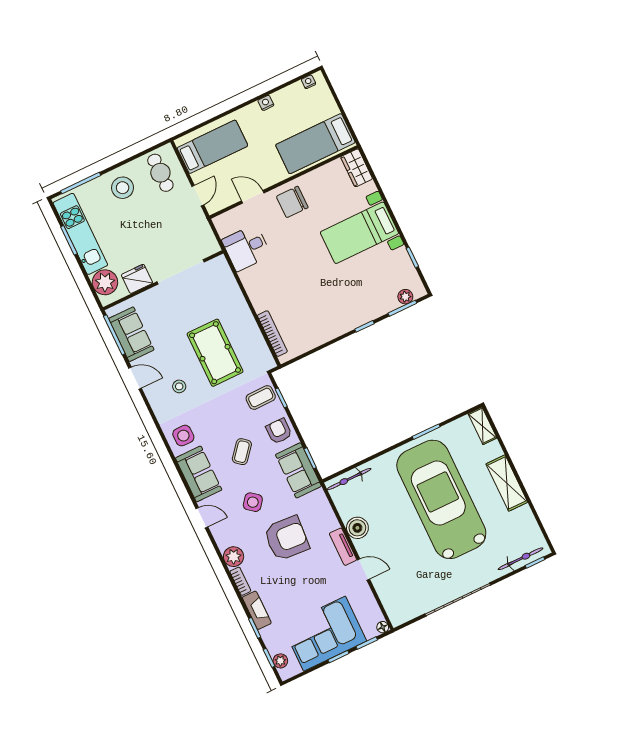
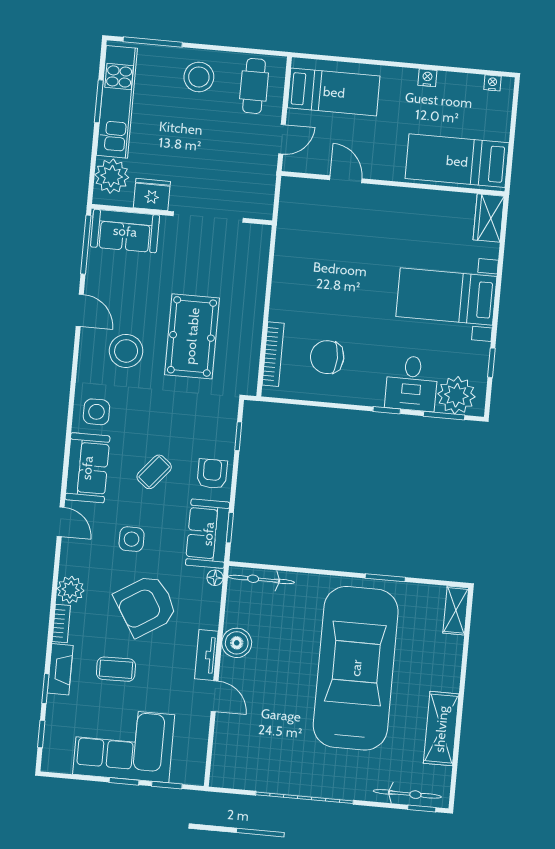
chair: (292, 202) -> (327, 357), moved
desk: (246, 248) -> (412, 383), moved, turned -90
plant: (405, 297) -> (456, 395), width x1.87, depth x1.87
sofa: (131, 334) -> (125, 231), moved, turned 90
stool: (179, 386) -> (126, 351), width x1.89, depth x1.89
coffee table: (261, 398) -> (116, 669), moved
shelving: (507, 483) -> (441, 729), moved
side table: (253, 502) -> (132, 539), turned -38
armchair: (286, 538) -> (146, 605), turned 144
floor lamp: (383, 627) -> (215, 578), moved
plant: (280, 661) -> (52, 746), removed

